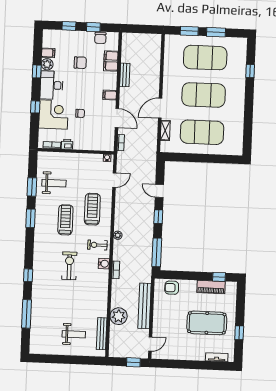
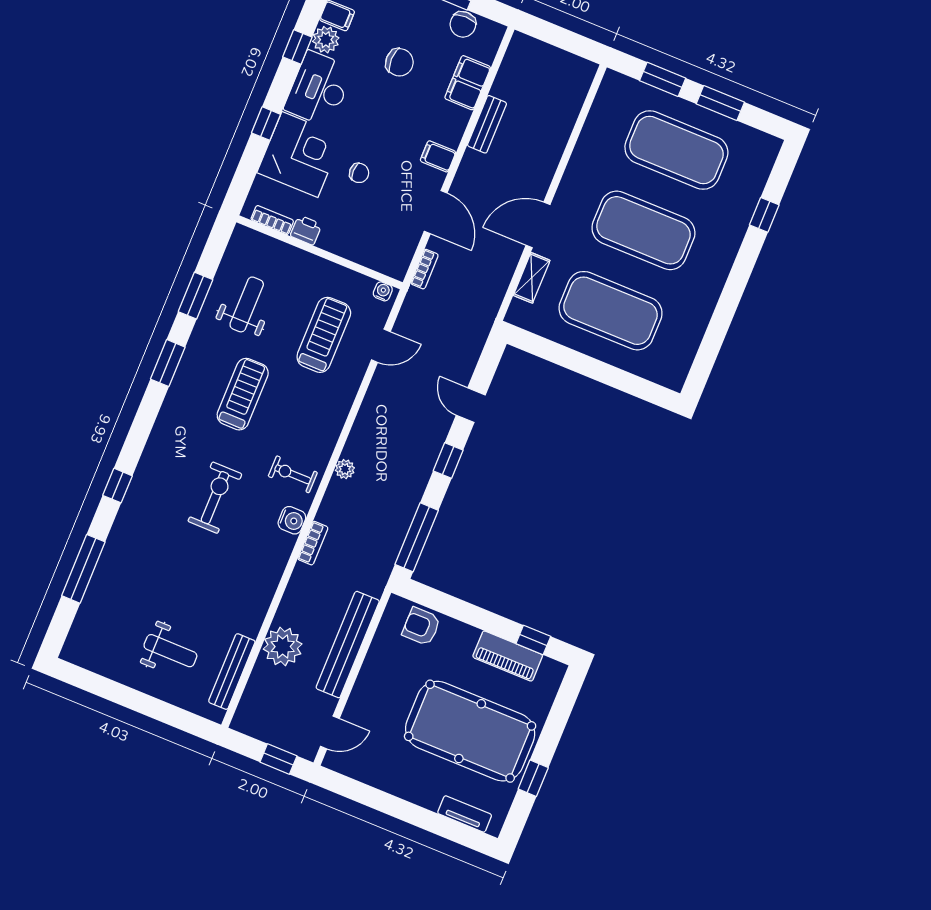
weight bench: (54, 183) -> (247, 304), turned -90
treadmill: (92, 209) -> (324, 335), moved
pool table: (207, 323) -> (470, 731), width x1.36, depth x1.32

